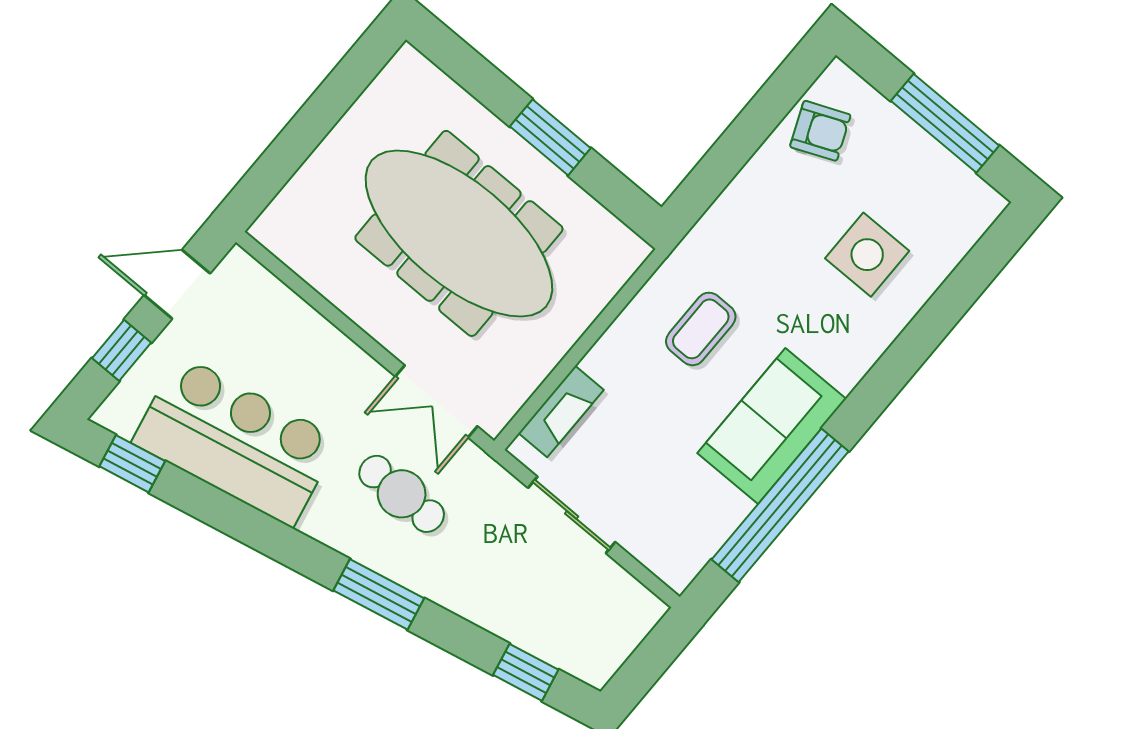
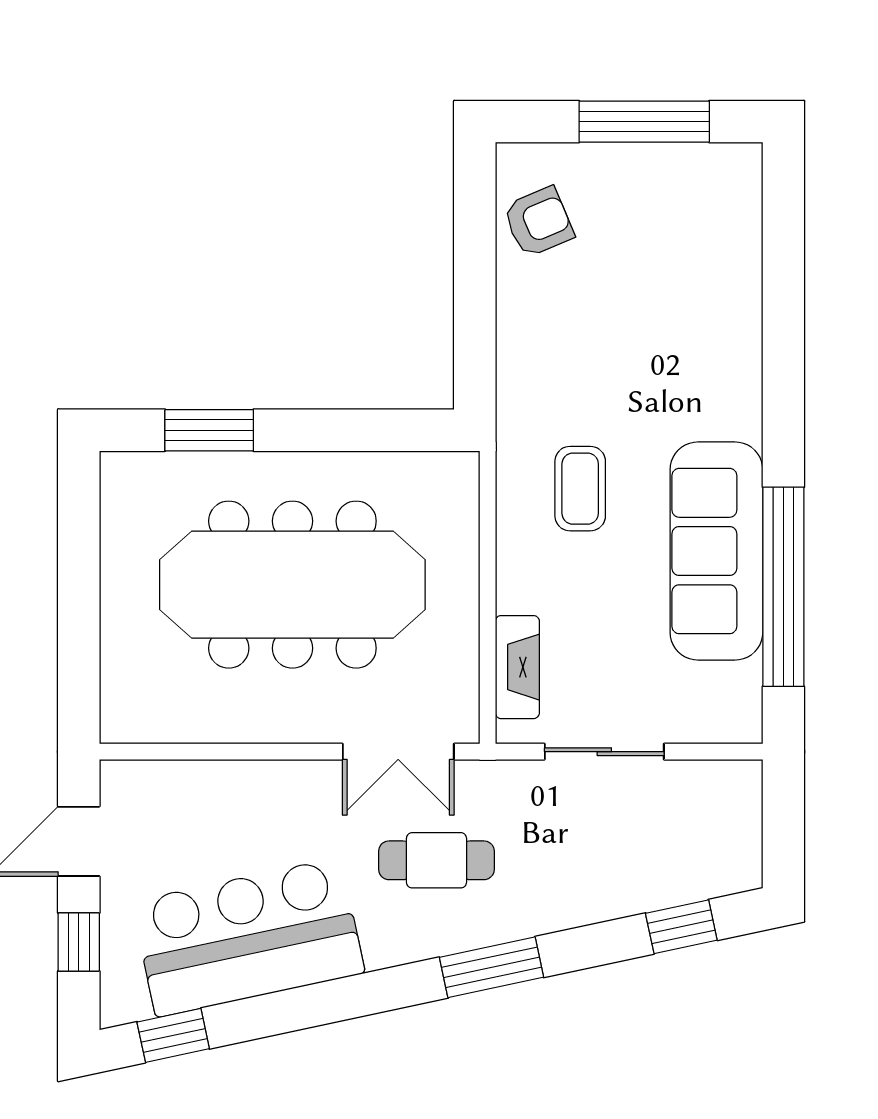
window: (550, 137) -> (209, 430), moved
side table: (867, 255) -> (673, 297), removed
sofa: (772, 426) -> (716, 551), width x1.36

